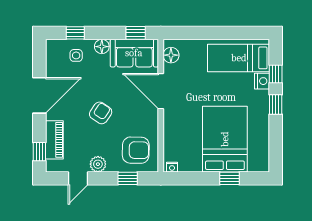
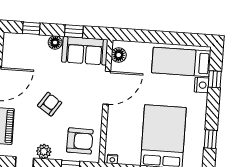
window: (136, 33) -> (74, 31), moved
side table: (76, 55) -> (31, 49), removed
door: (161, 91) -> (107, 88), swing flipped
window: (276, 104) -> (210, 139), moved

